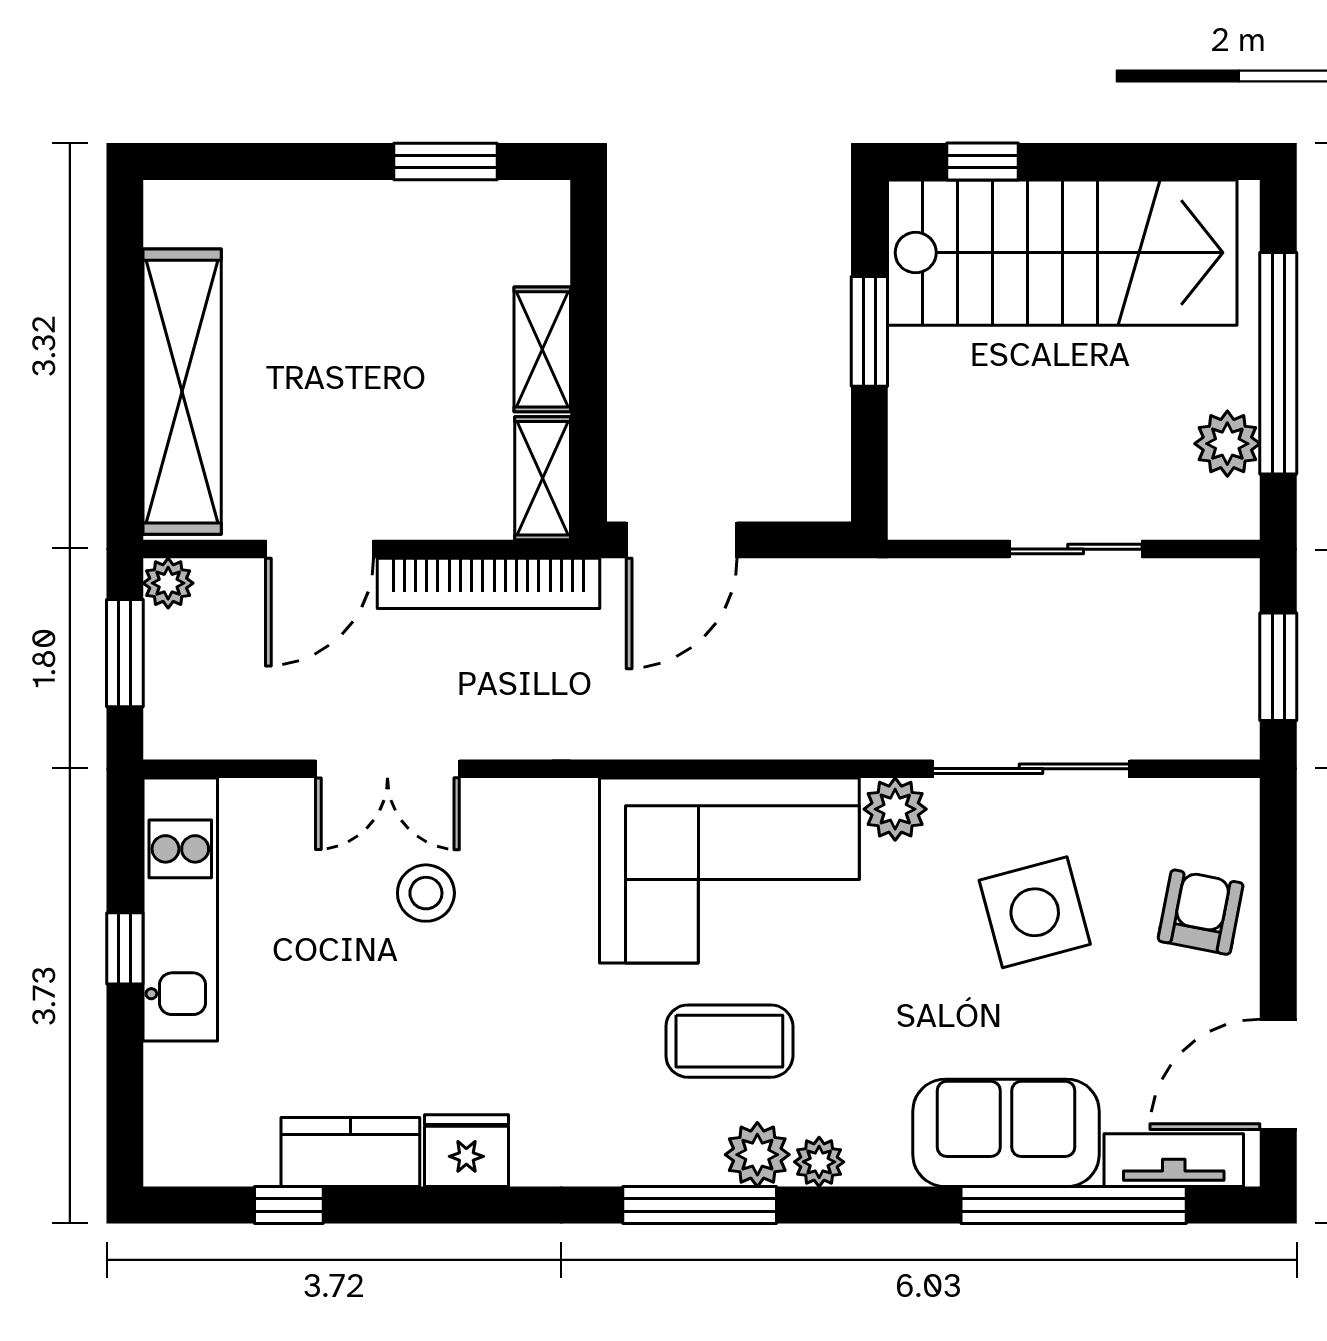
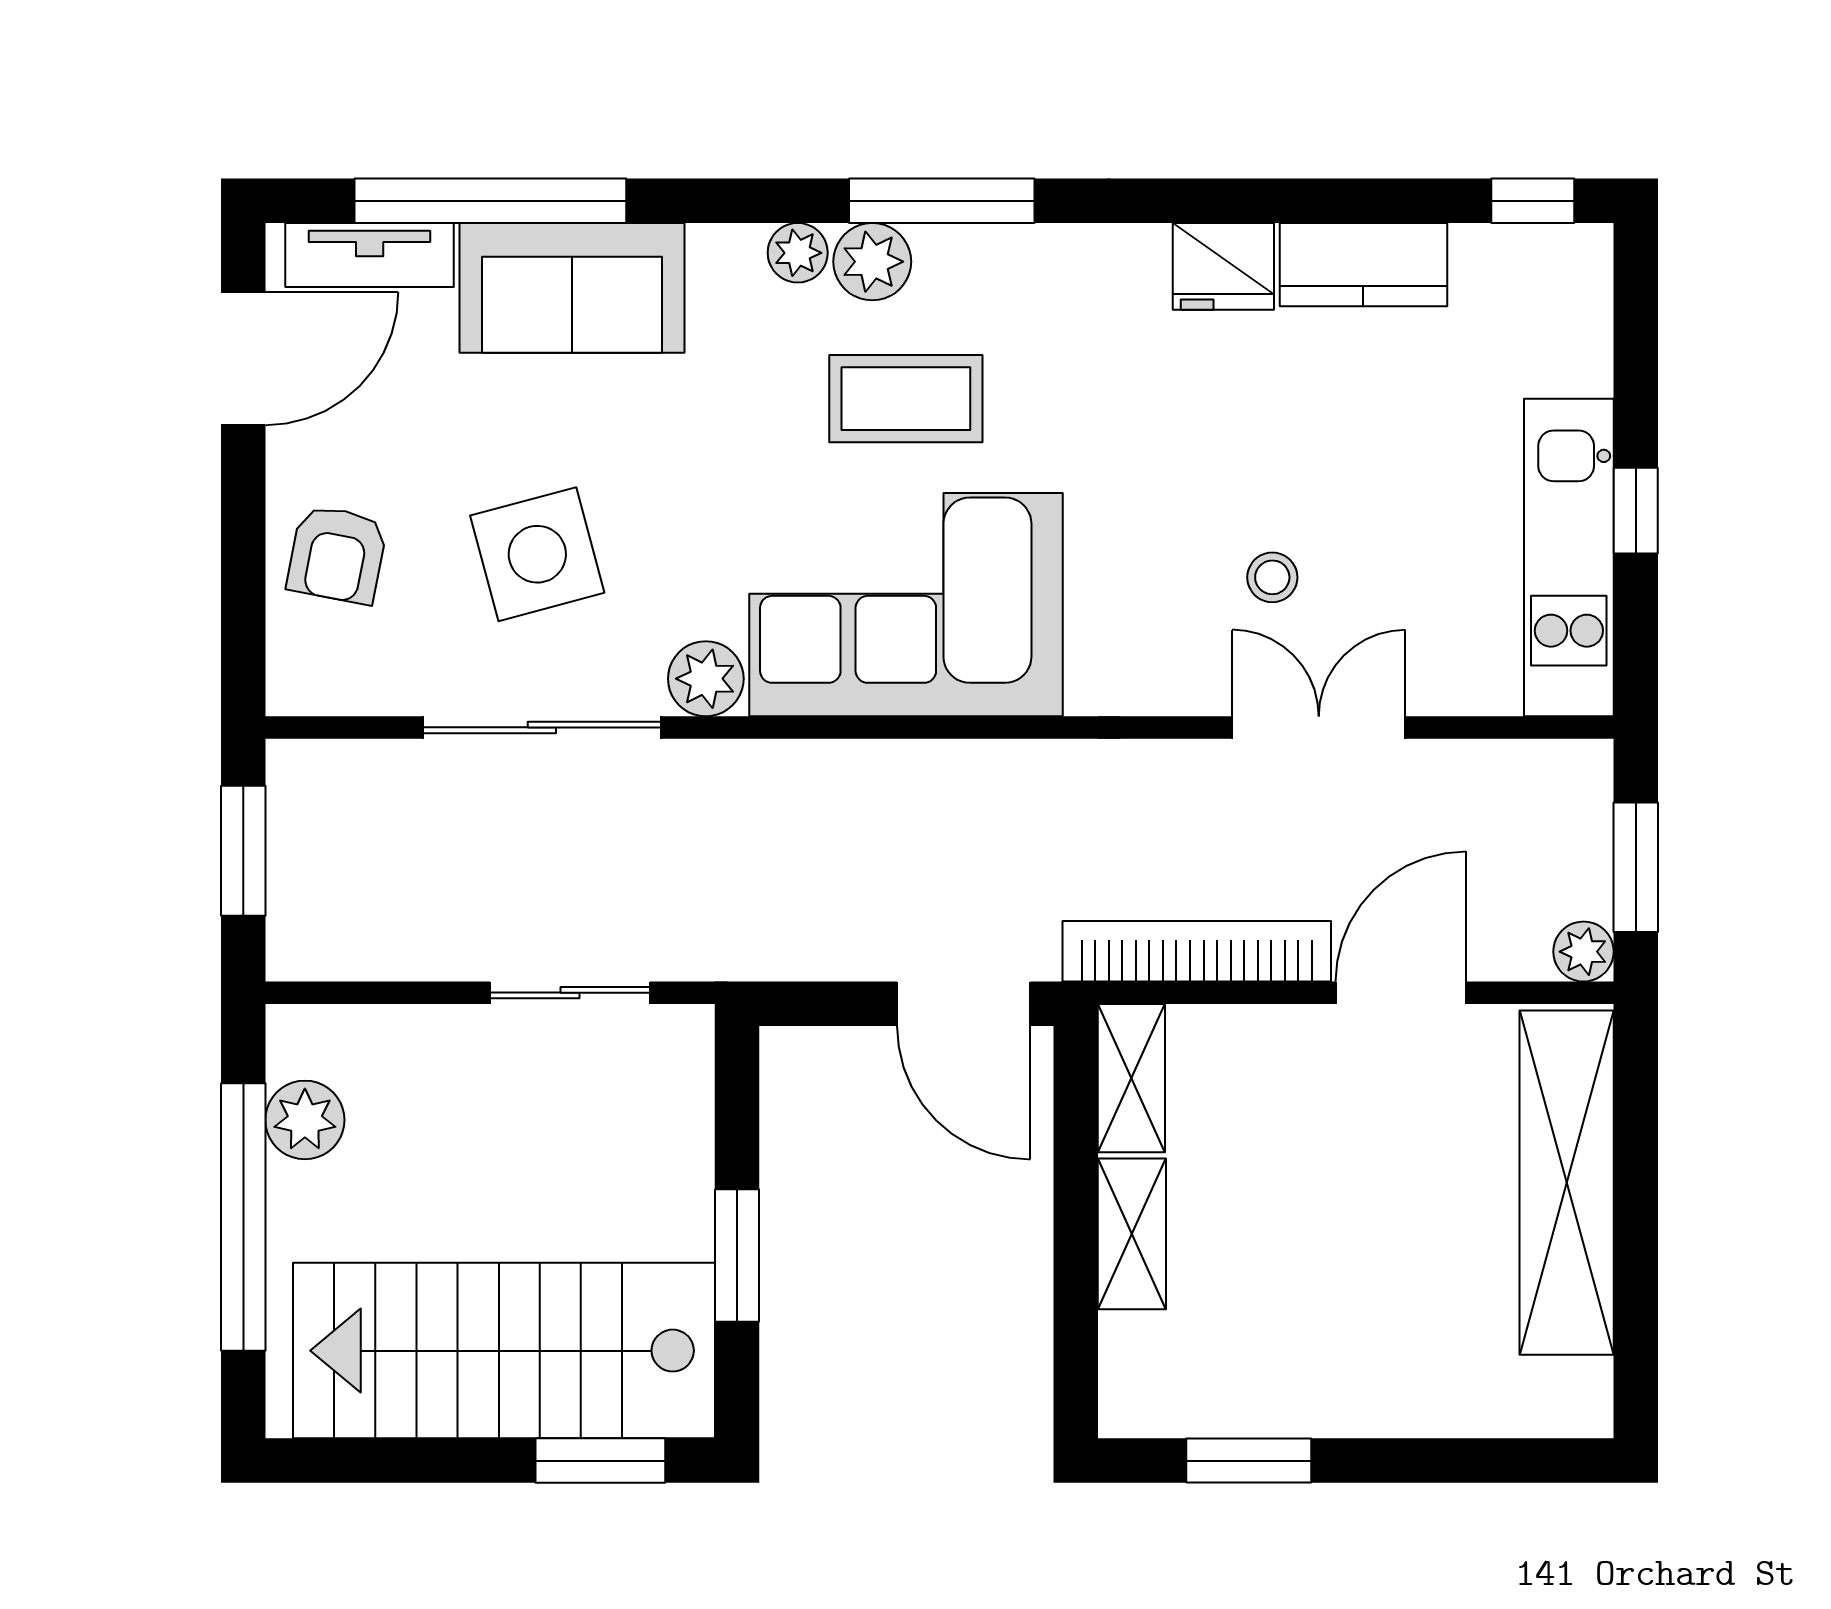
window: (982, 162) -> (600, 1461), width x1.50
door: (682, 540) -> (964, 1004), swing flipped
sliding door: (1076, 549) -> (570, 993), moved
stool: (426, 893) -> (1272, 577), width x0.73, depth x0.73
window: (289, 1205) -> (1533, 201), moved

